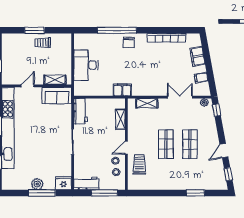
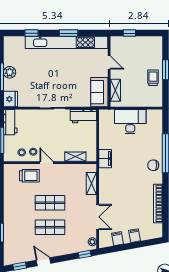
filing cabinet: (197, 56) -> (135, 236), width x0.50

